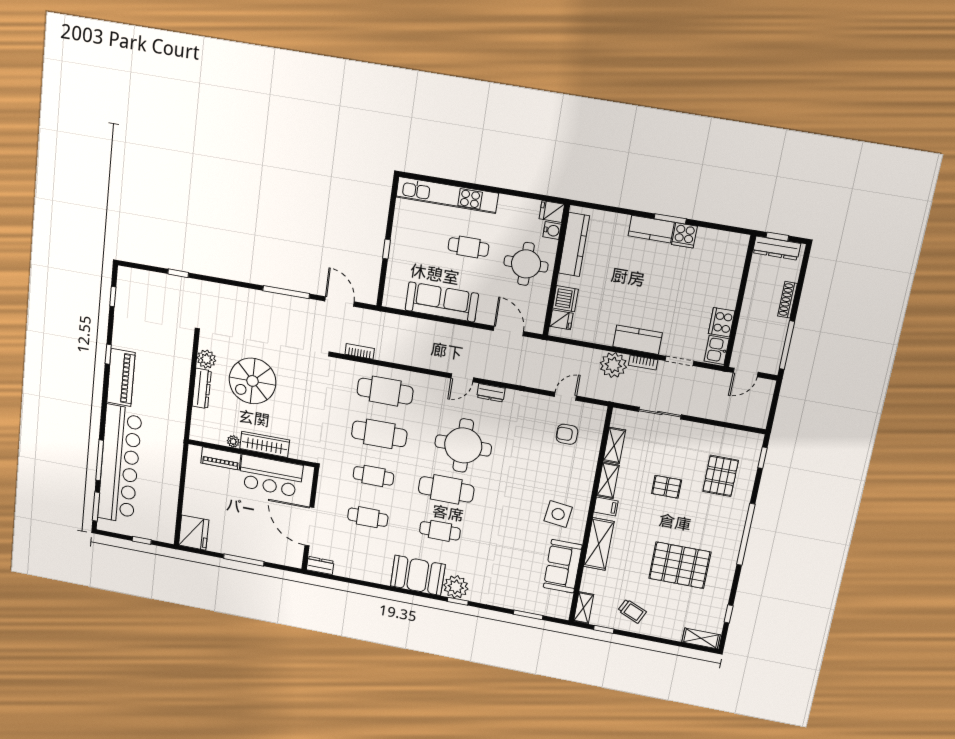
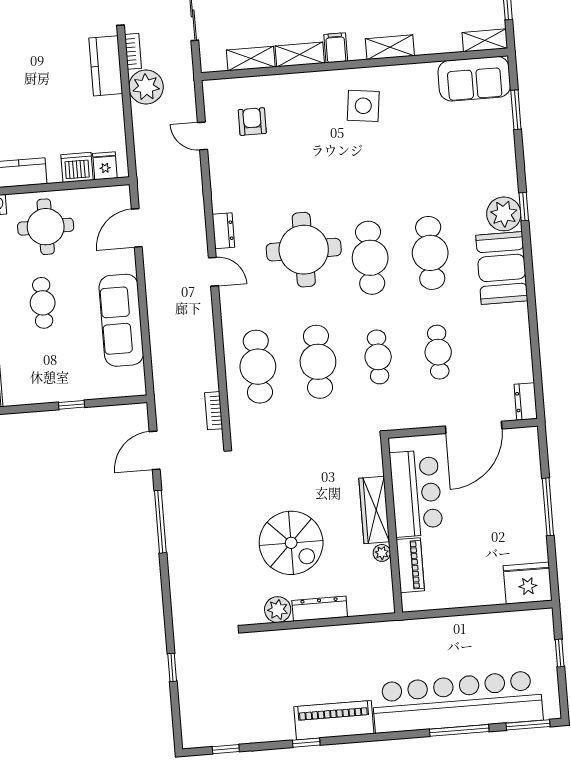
armchair: (567, 434) -> (252, 122), turned 180
cafe table: (440, 531) -> (430, 253), width x1.37, depth x1.35
shelving: (599, 544) -> (390, 47), width x0.67, depth x0.75
sofa: (563, 566) -> (474, 79), moved

